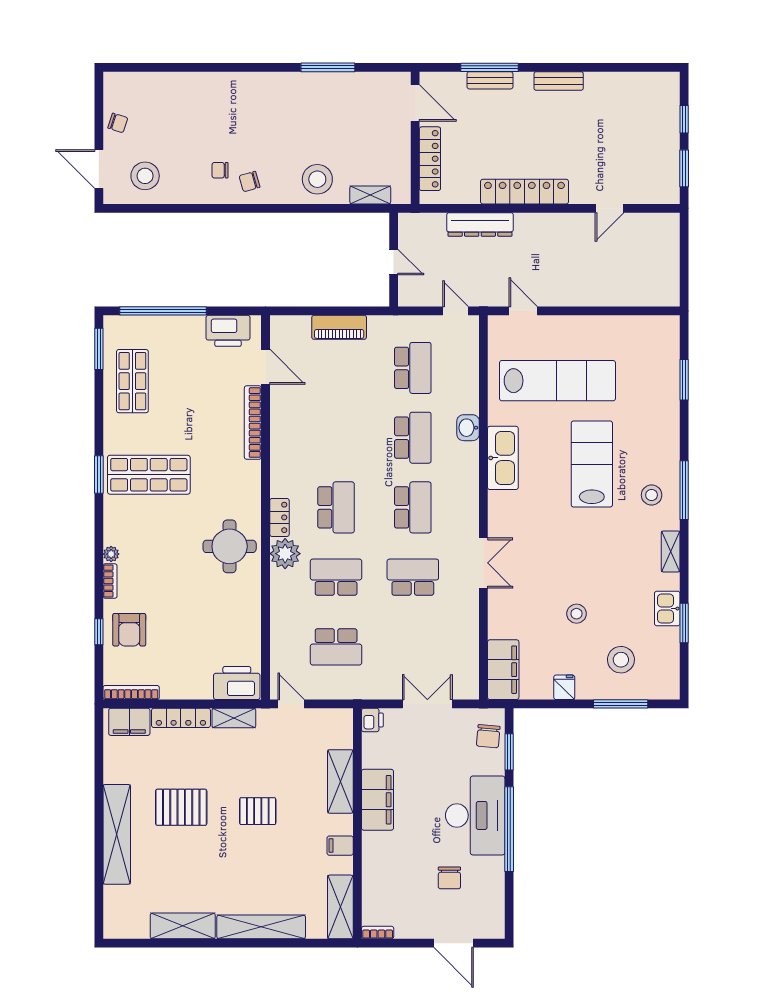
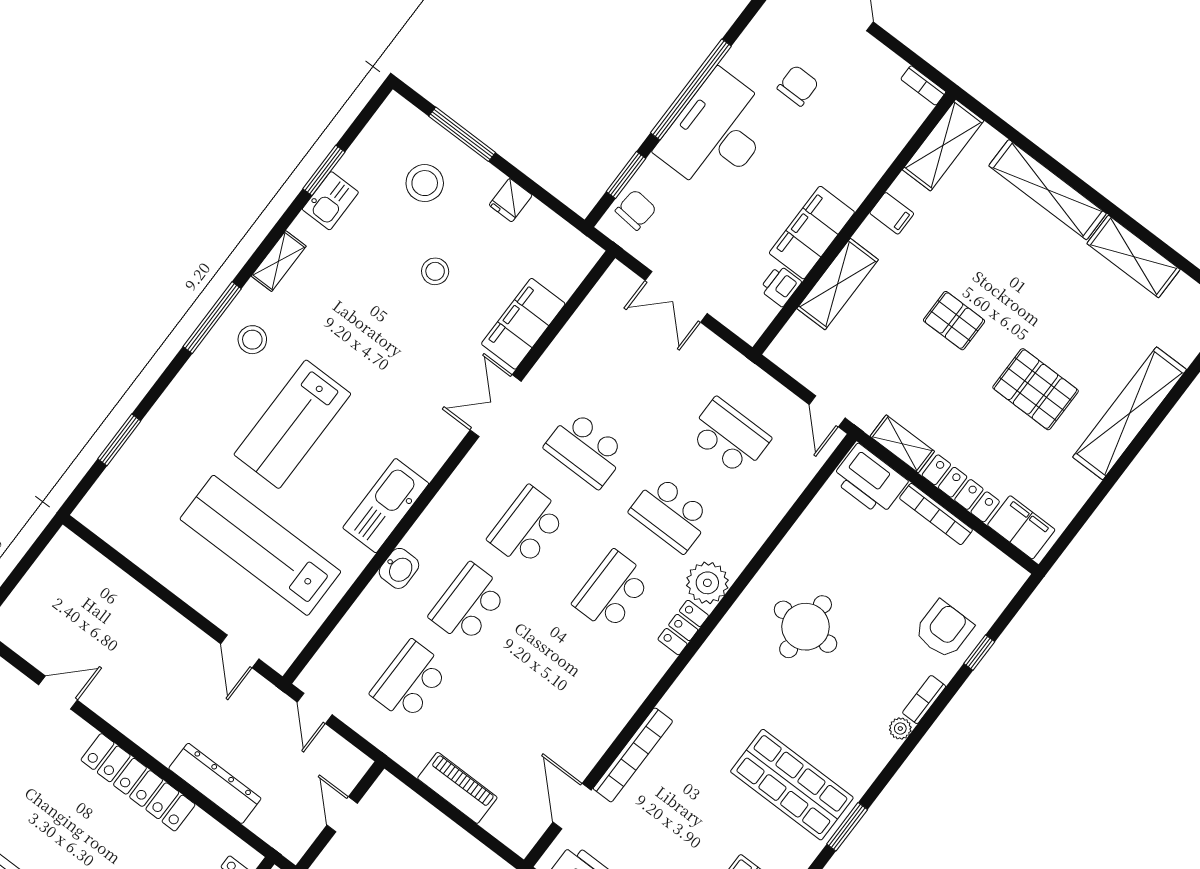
round table: (230, 546) -> (806, 627), moved
filing cabinet: (503, 670) -> (523, 324), moved
bookcase: (131, 692) -> (936, 514), moved
printer: (372, 720) -> (780, 286), moved

